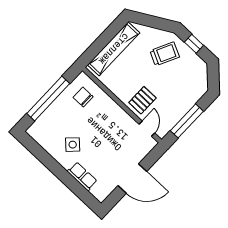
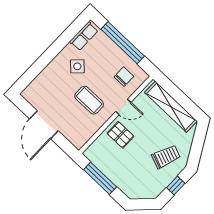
trolley: (165, 54) -> (166, 157), turned -95
door: (147, 129) -> (123, 107), moved
coffee table: (107, 132) -> (89, 100), added
row of seats: (82, 176) -> (84, 36), moved

